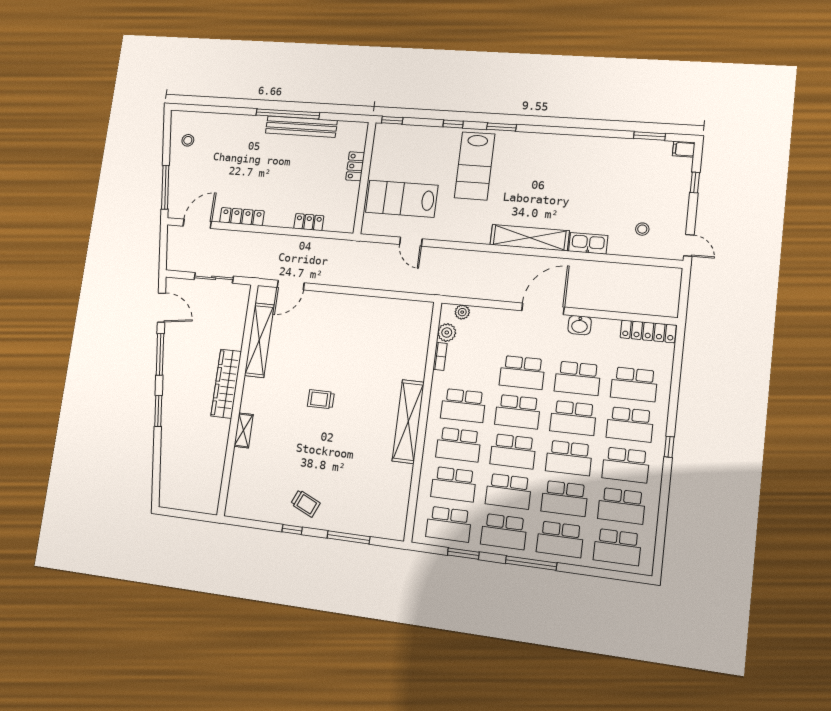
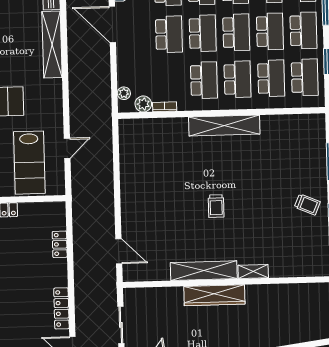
shelving: (259, 340) -> (204, 271), moved
trolley: (305, 503) -> (307, 204), turned 89

